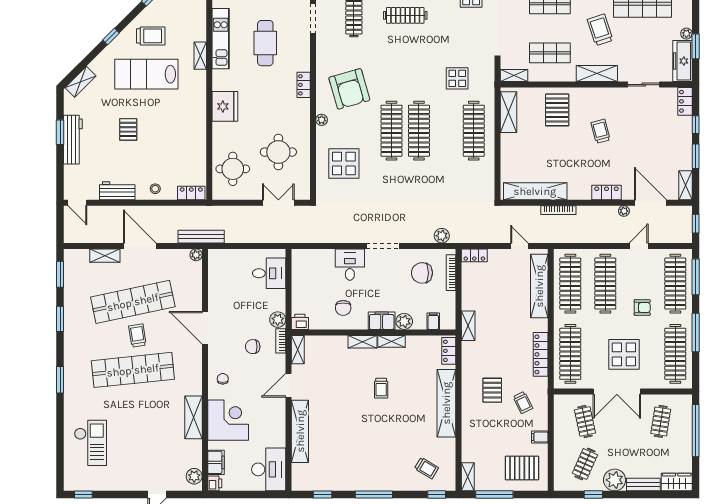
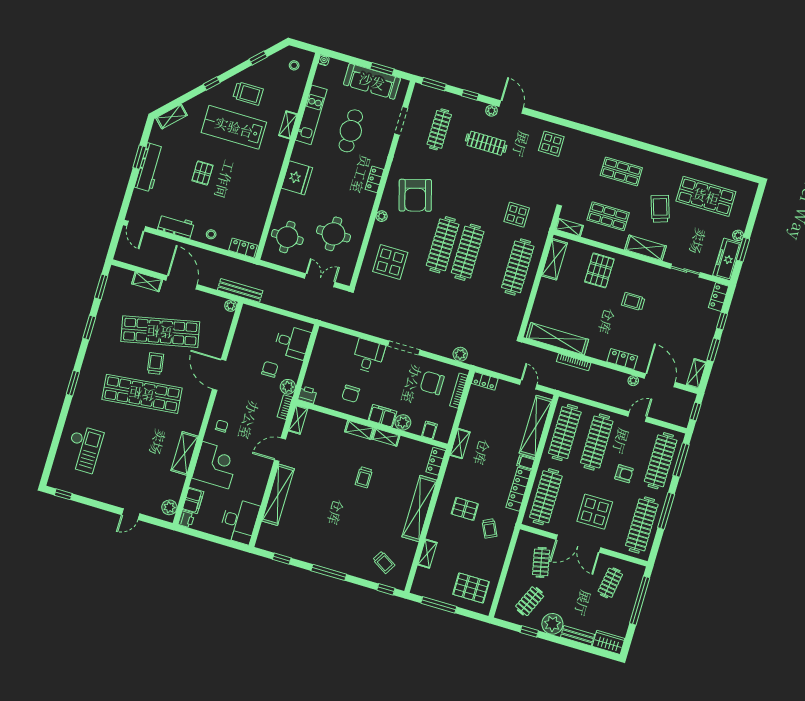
trolley: (601, 131) -> (633, 302), turned -75
chair: (253, 347) -> (270, 369), moved, turned 90
pallet: (492, 390) -> (465, 509), turned 90
filing cabinet: (540, 437) -> (526, 462), moved
shelving: (468, 477) -> (427, 554), moved

